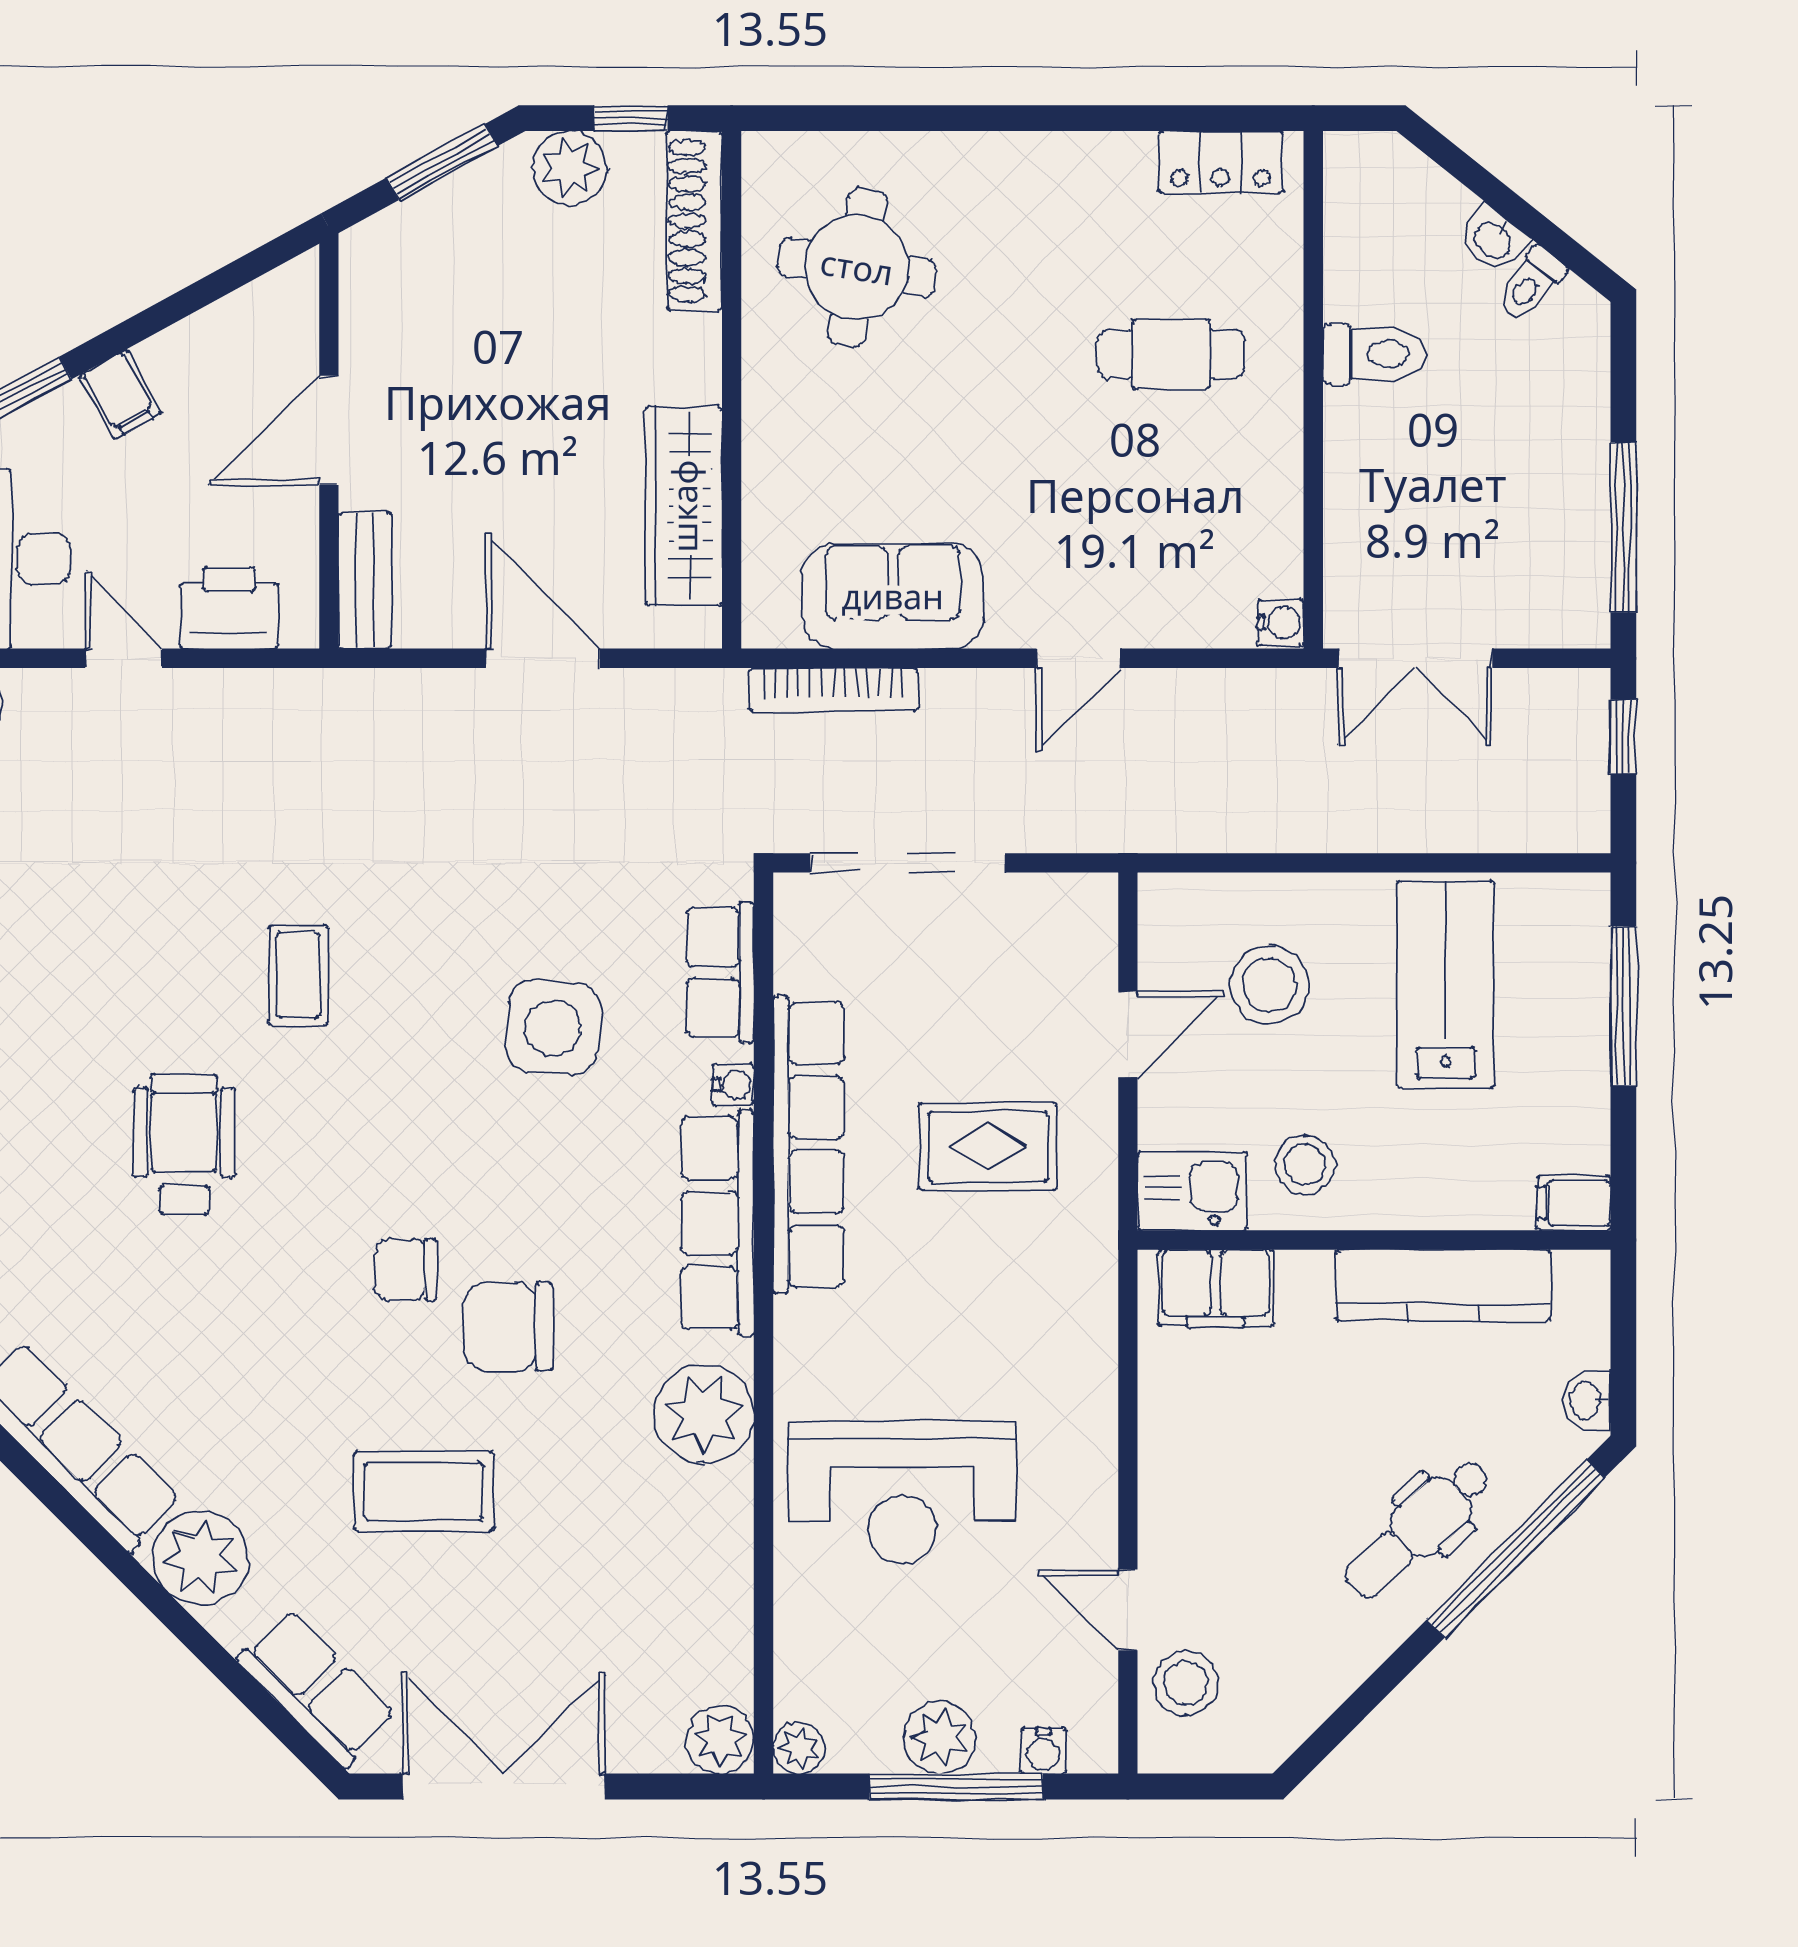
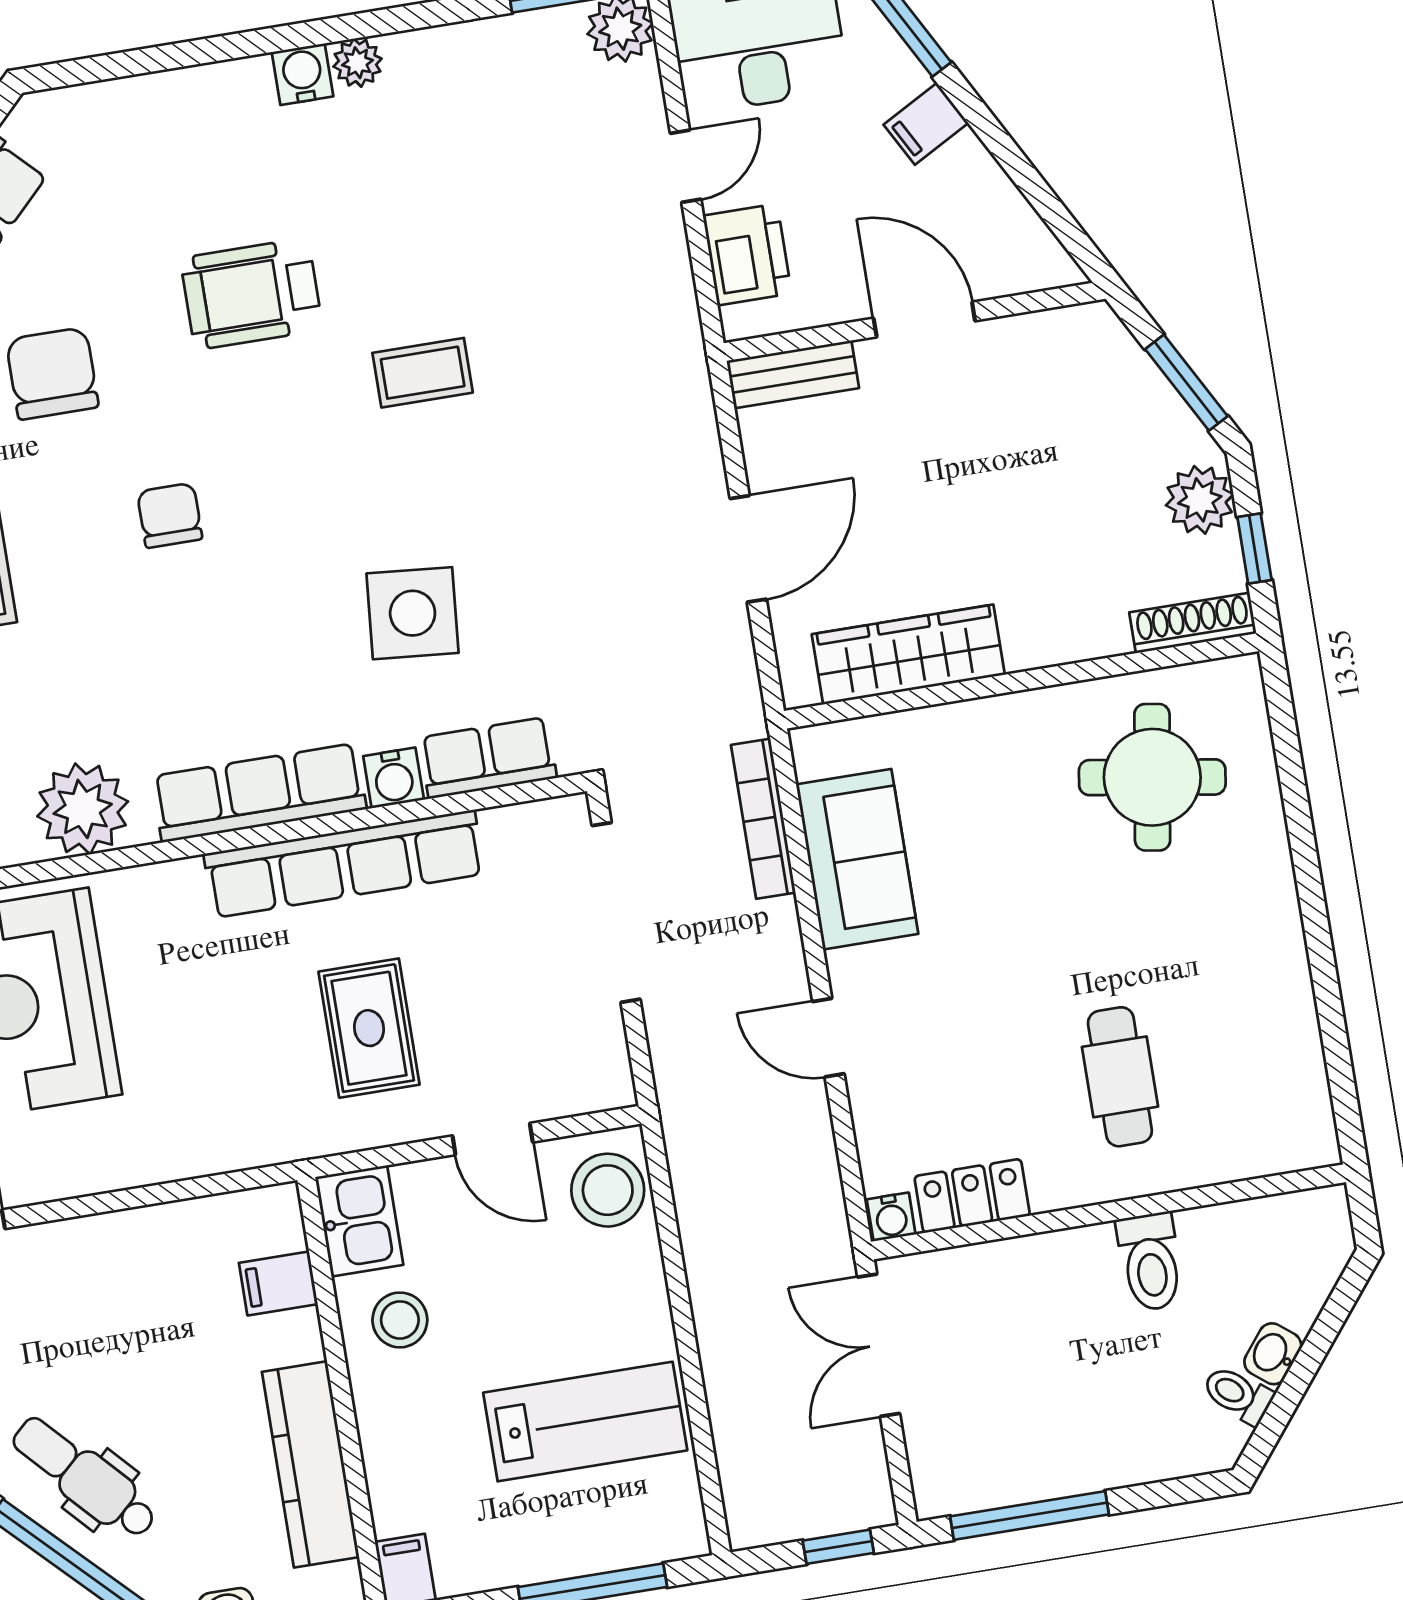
locker: (1221, 162) -> (972, 1196), moved, turned 90
shoe rack: (694, 221) -> (1193, 623), width x0.74, depth x0.81
stool: (1269, 985) -> (608, 1190), moved
water cooler: (733, 1085) -> (394, 778), width x1.38, depth x1.38
wheelchair: (184, 1144) -> (251, 294), turned 180
filing cabinet: (1216, 1288) -> (278, 1283), width x0.50
chair: (509, 1327) -> (52, 373), moved

